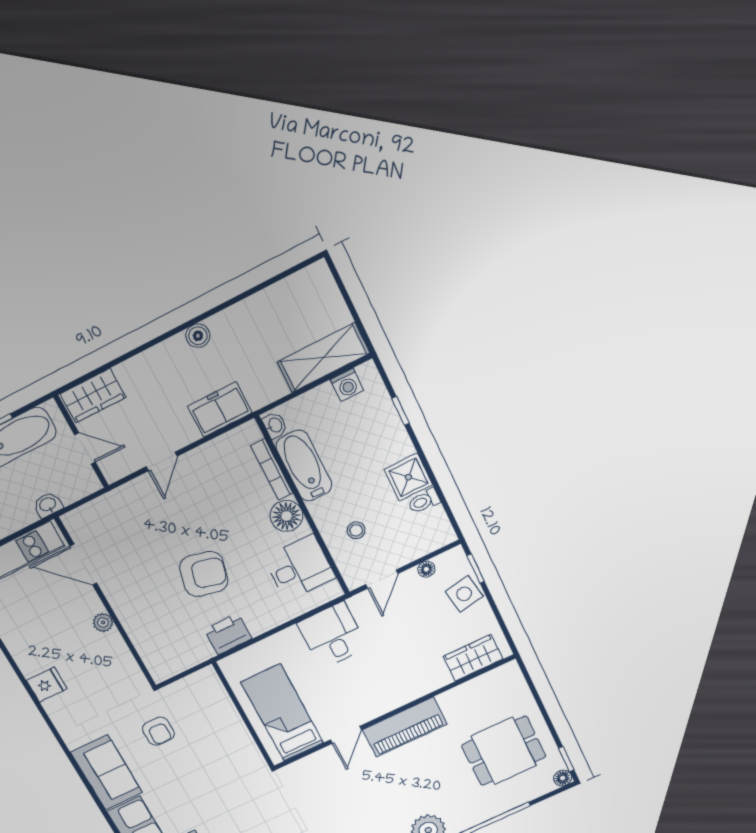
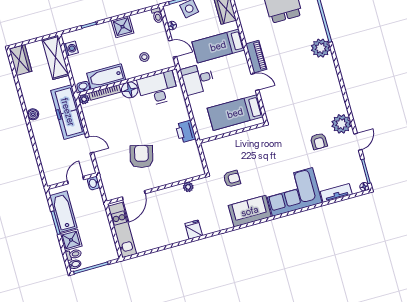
wardrobe: (93, 396) -> (21, 60), moved
freezer: (220, 409) -> (68, 112), width x1.91, depth x1.26
plant: (250, 432) -> (84, 99), added
toilet: (424, 501) -> (157, 15), moved
washbasin: (48, 505) -> (94, 183), moved
desk: (299, 568) -> (158, 89), width x1.37
armchair: (204, 574) -> (141, 156), moved
plant: (103, 622) -> (188, 187), moved
bed: (402, 659) -> (218, 46), added
piano: (405, 727) -> (256, 57), width x0.73, depth x0.75

